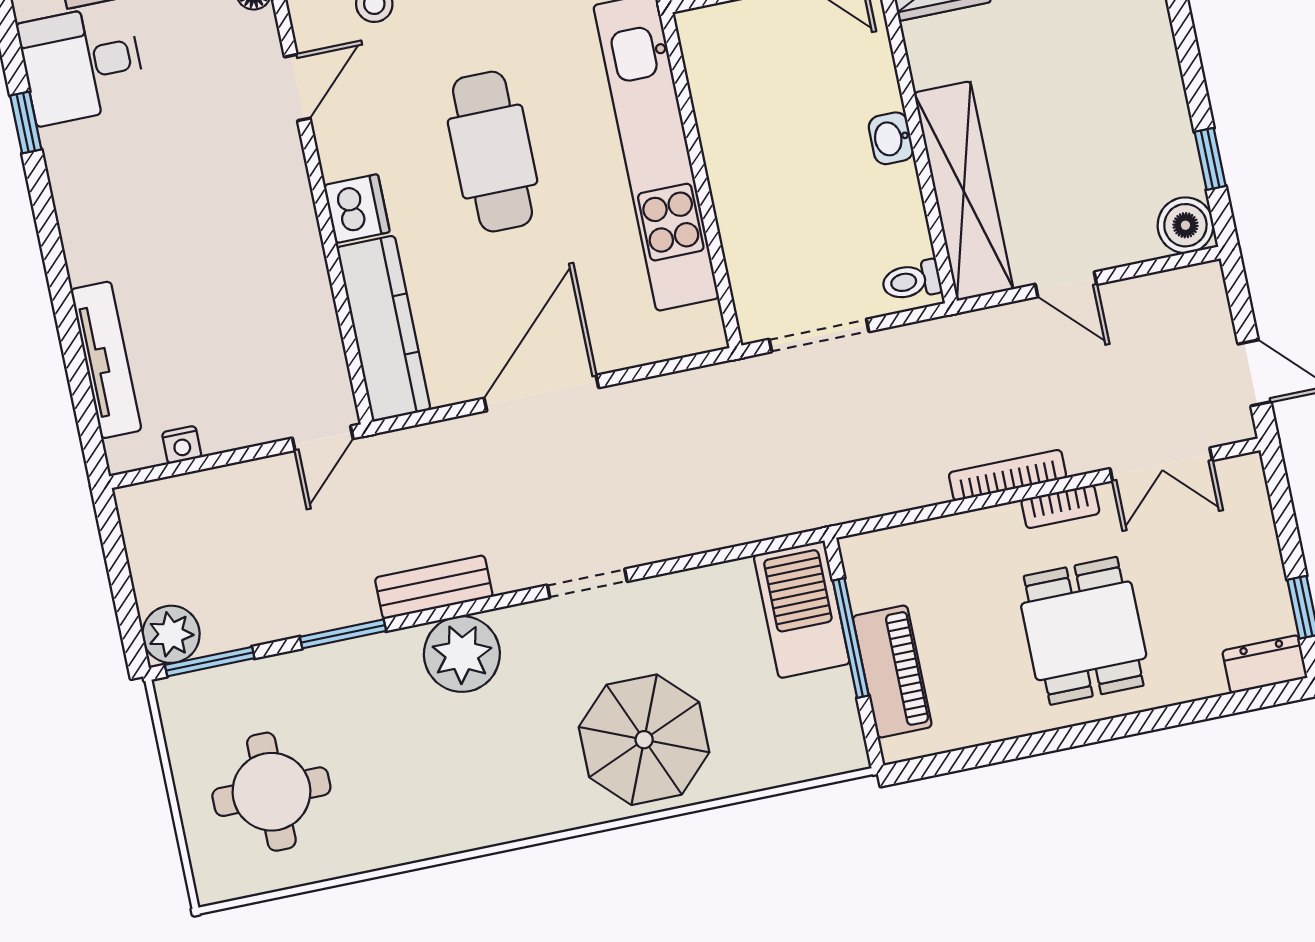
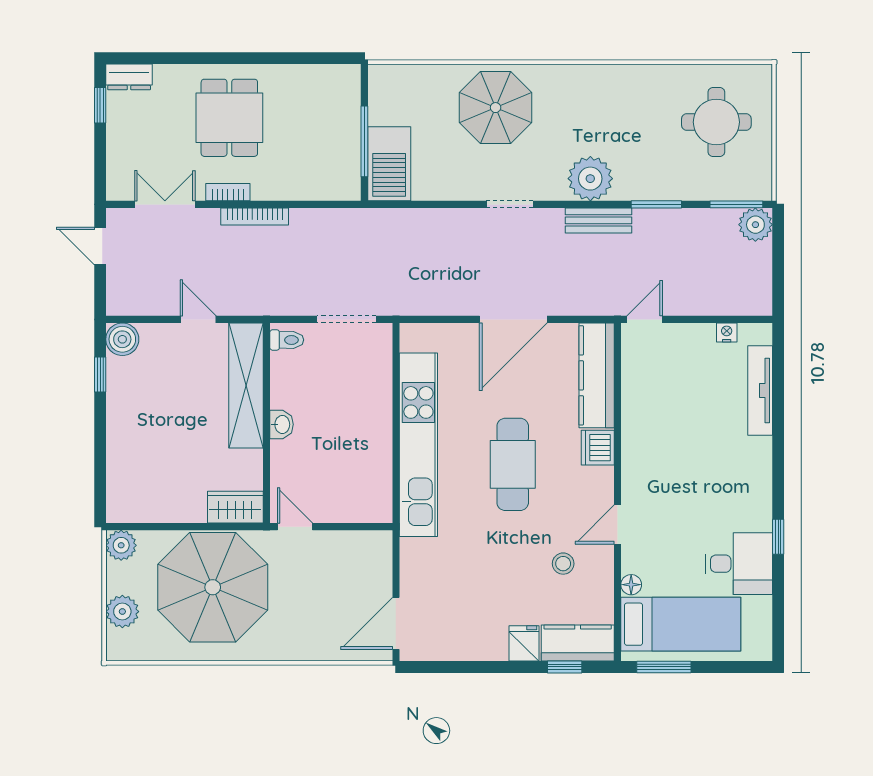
piano: (892, 672) -> (344, 117), removed

